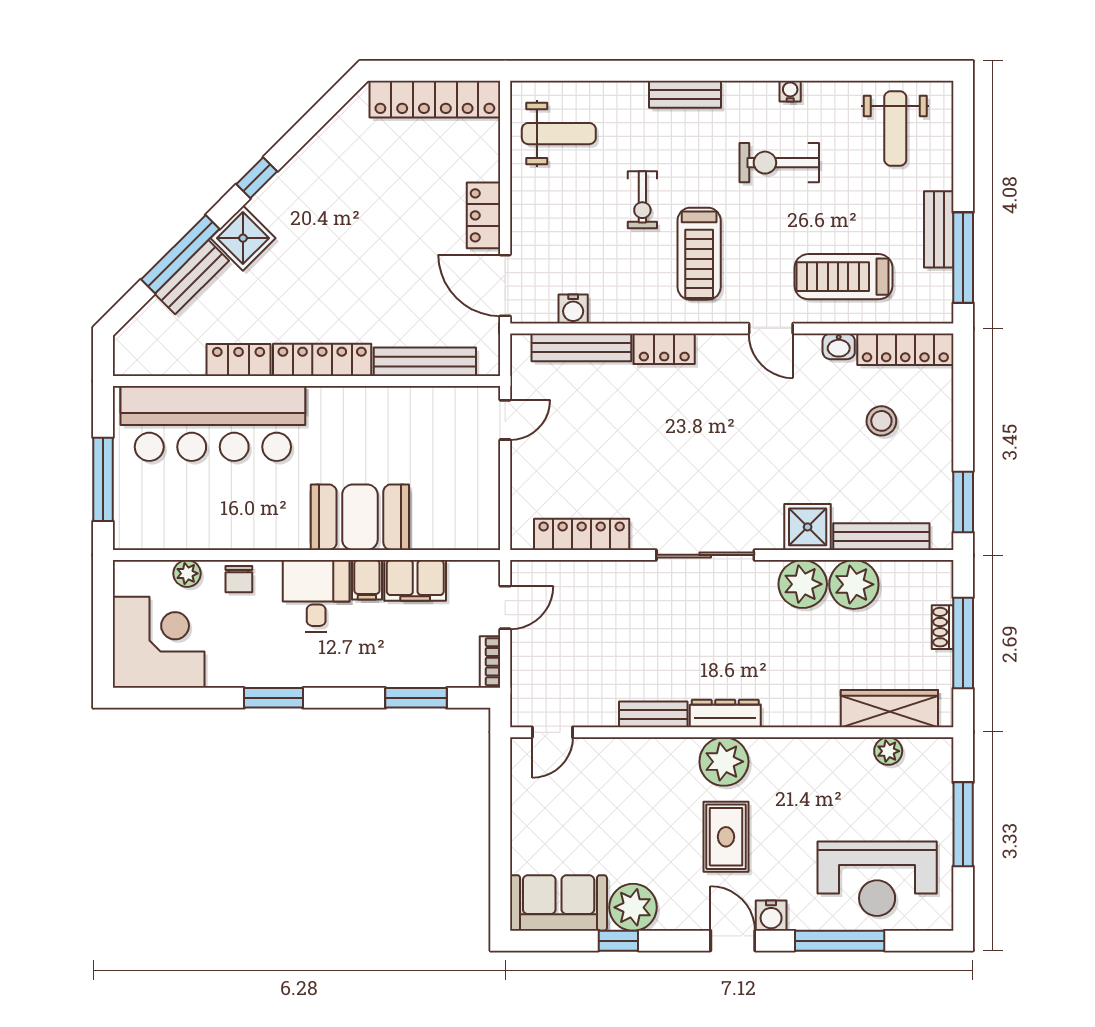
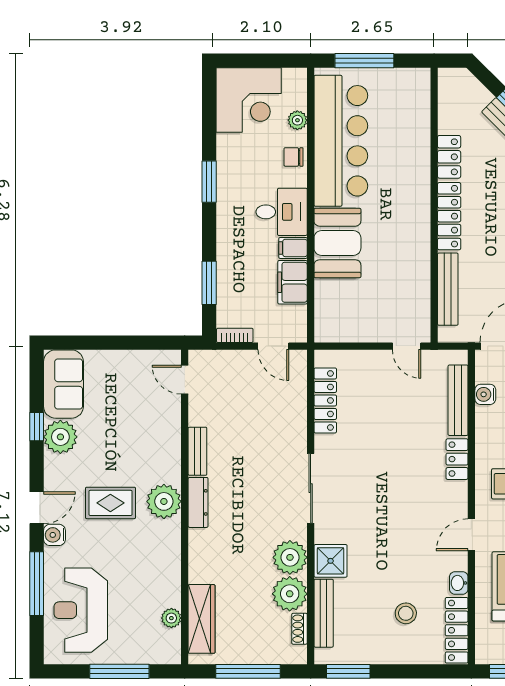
bar counter: (213, 424) -> (341, 141), moved, turned 180
shoe rack: (943, 627) -> (300, 629), moved, turned -90

